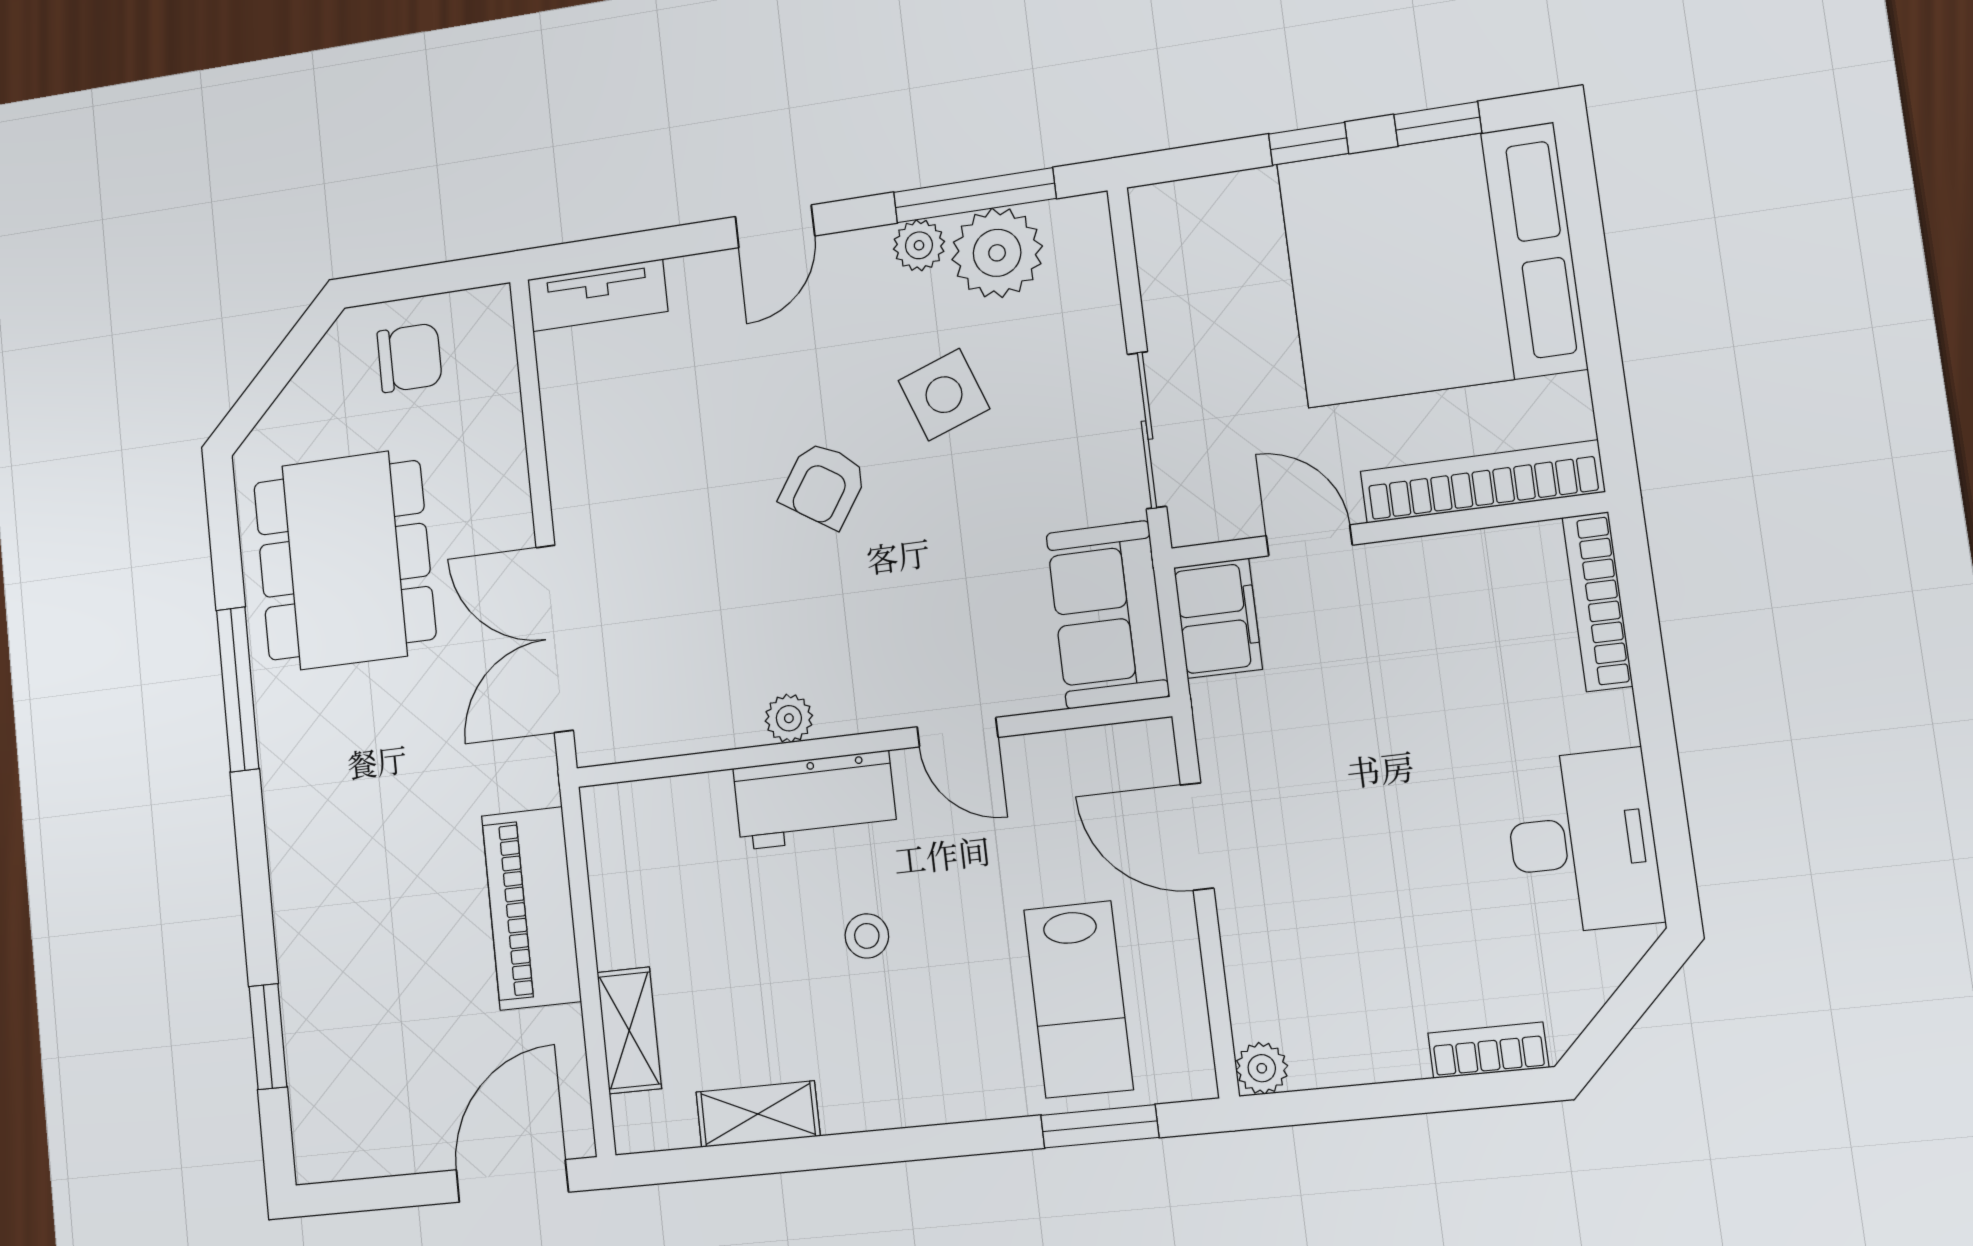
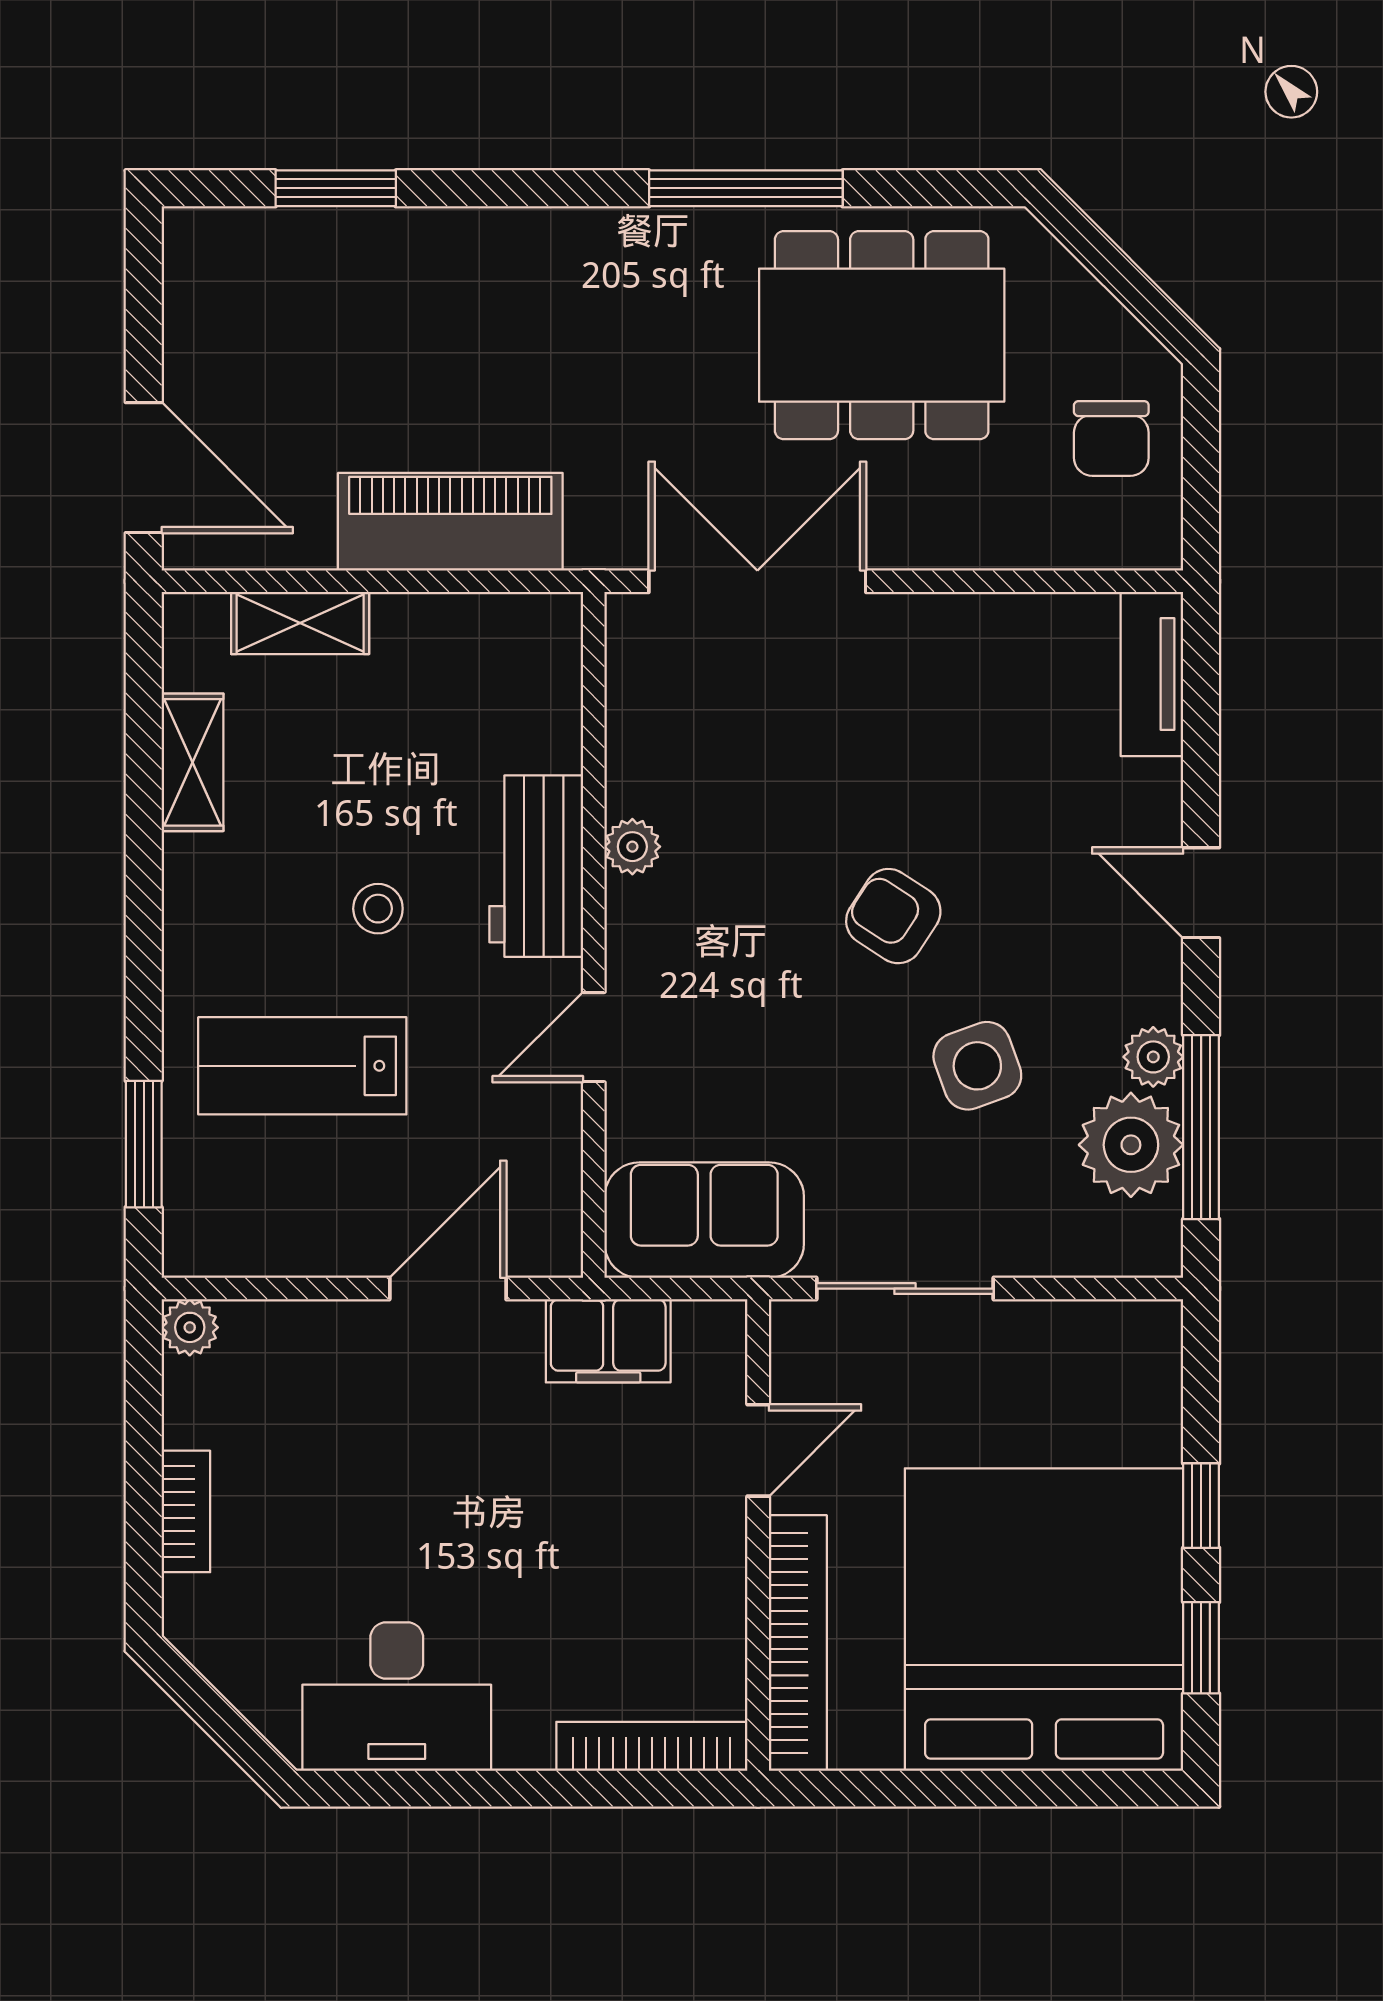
filing cabinet: (1218, 618) -> (608, 1341), moved
lab bench: (1078, 999) -> (302, 1066), moved
bookcase: (1488, 1050) -> (186, 1511), moved

